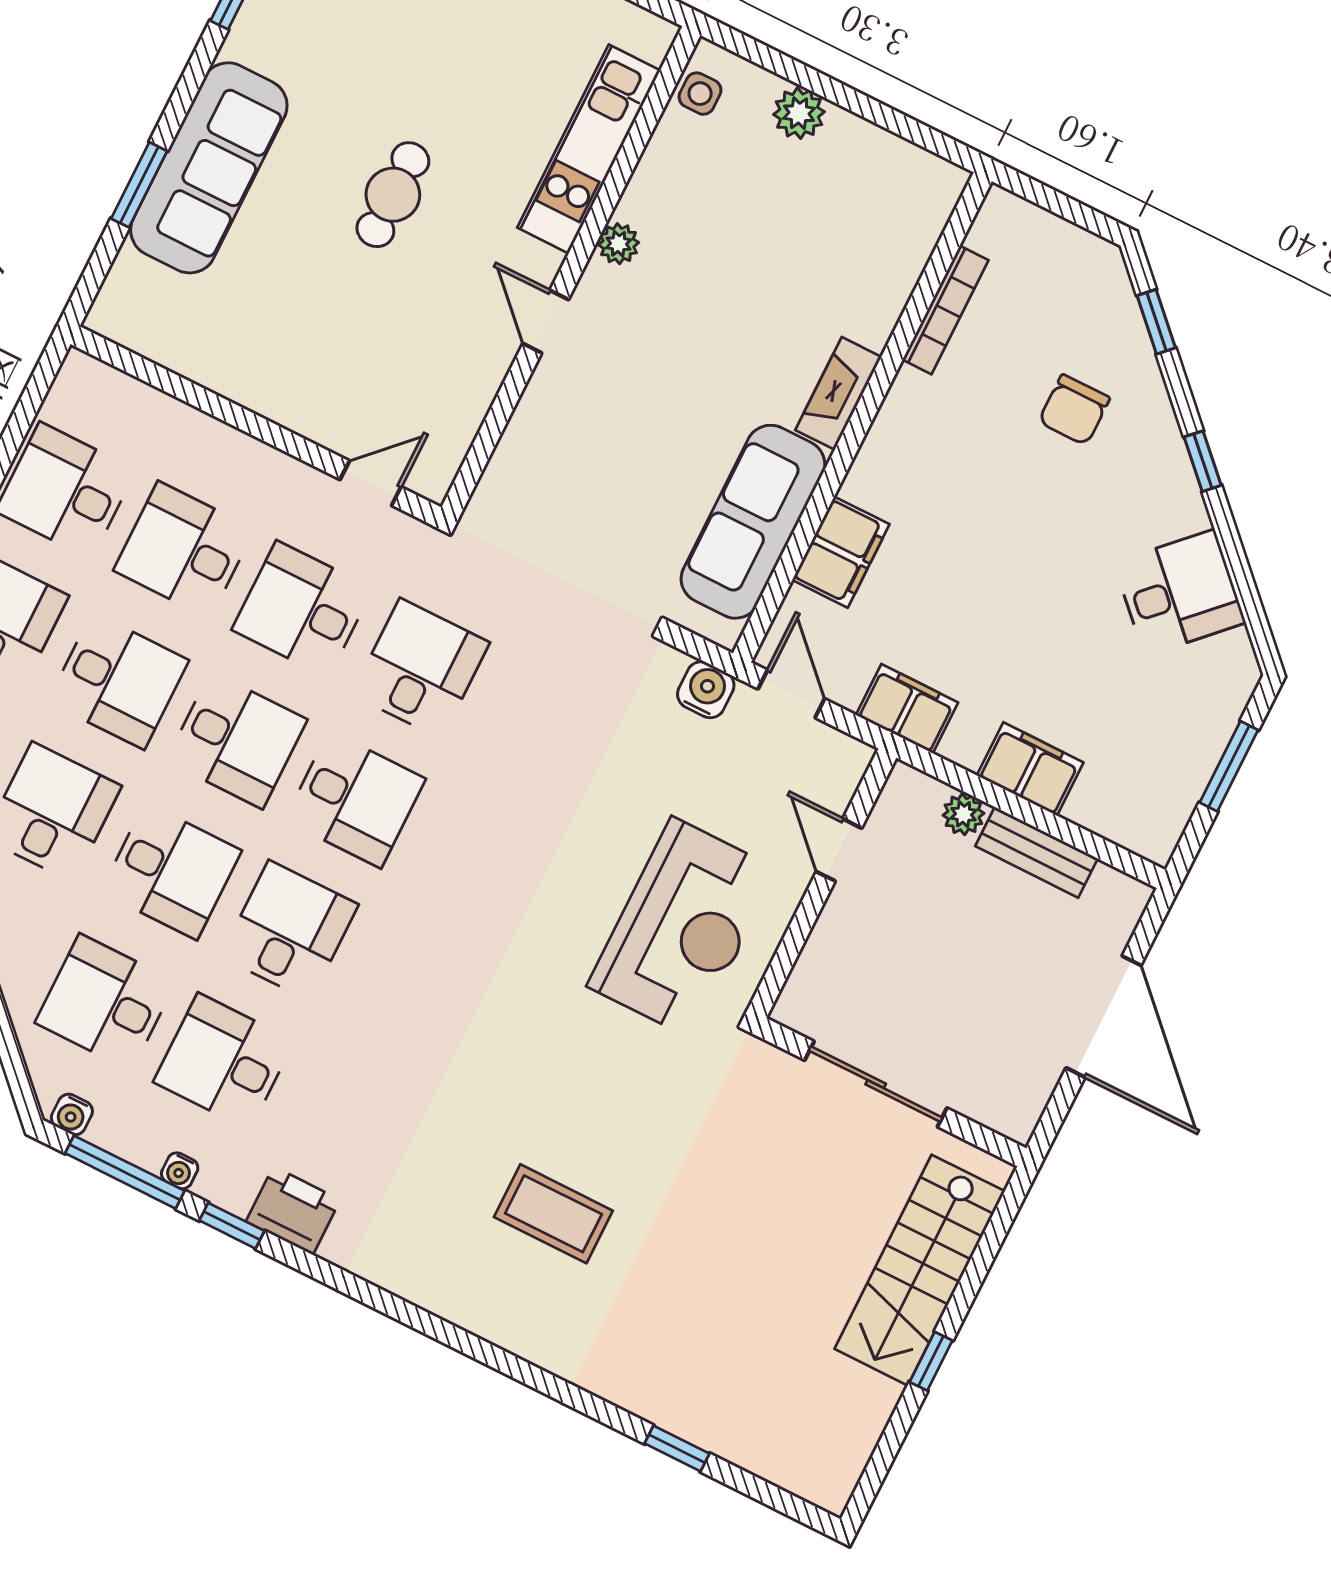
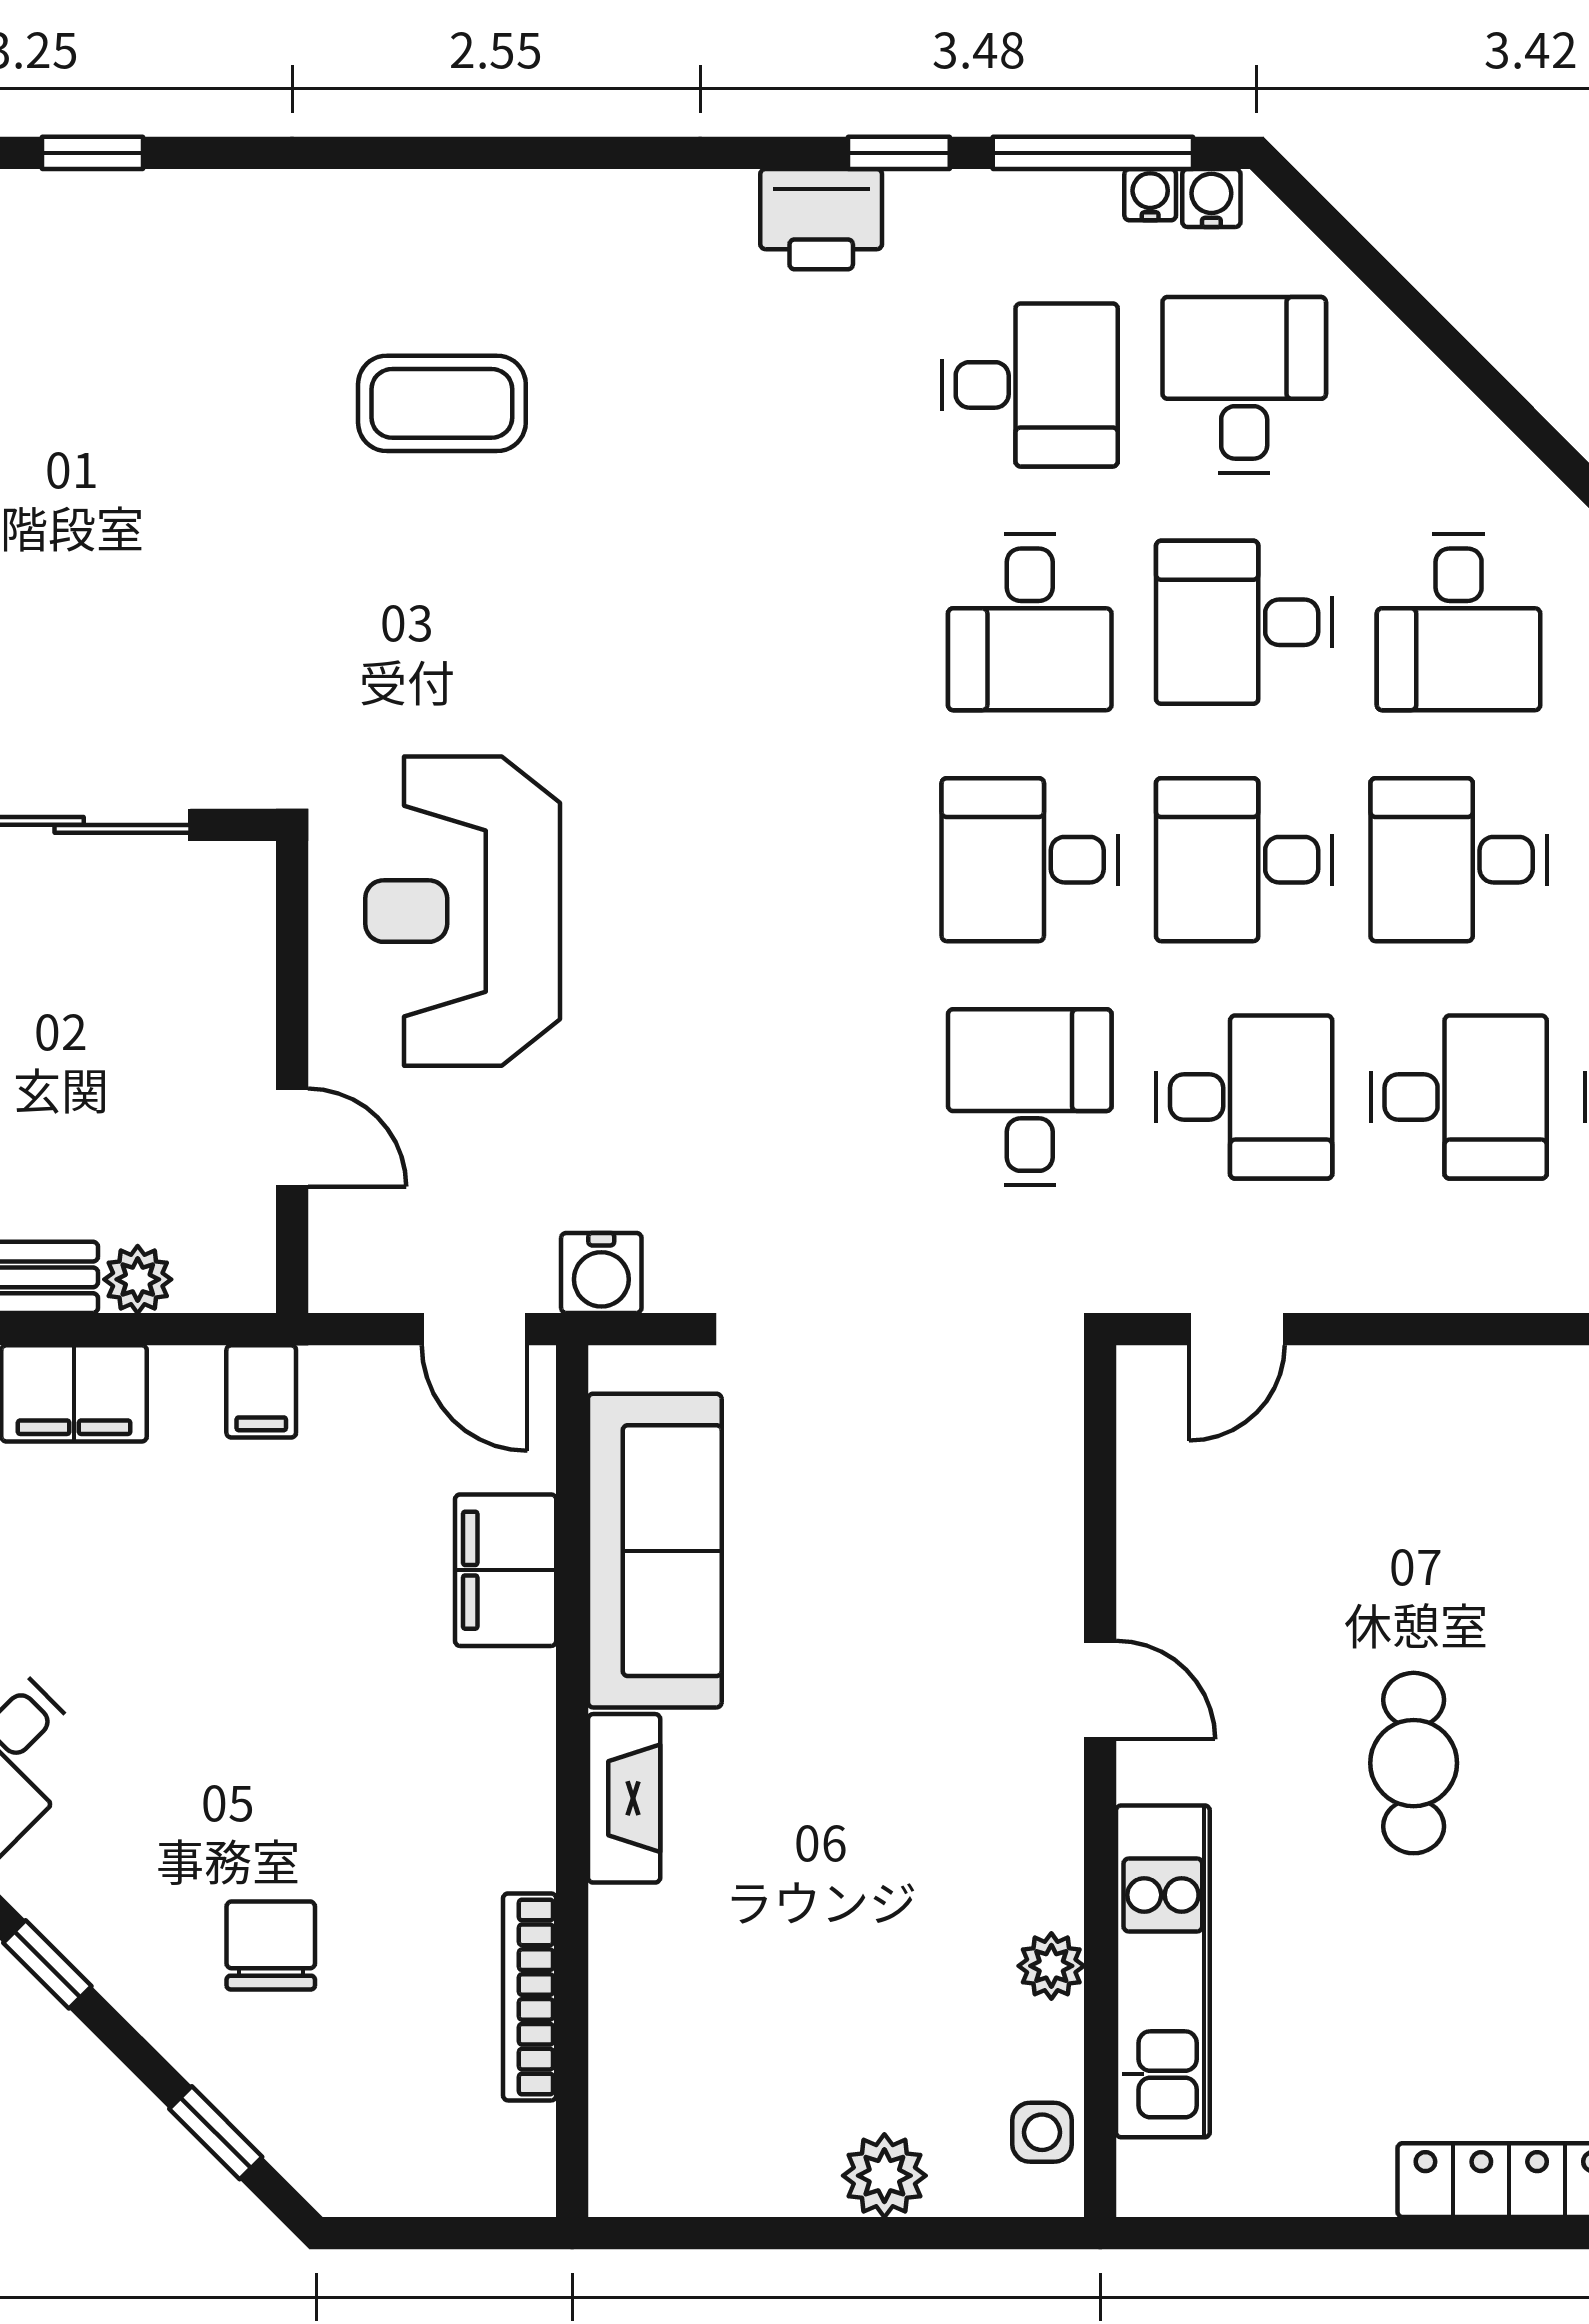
plant: (618, 244) -> (1051, 1966), moved
desk: (421, 668) -> (1030, 1097), turned 180
filing cabinet: (907, 709) -> (261, 1391), width x0.50
desk: (105, 1002) -> (1244, 385), turned -90
water cooler: (180, 1171) -> (1150, 195), moved

